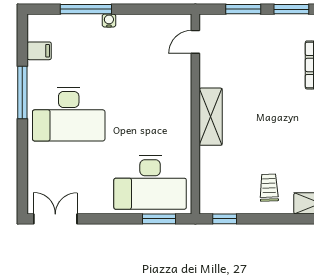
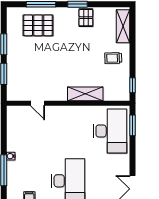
door: (195, 42) -> (37, 103), moved
shelving: (211, 117) -> (85, 94), moved

